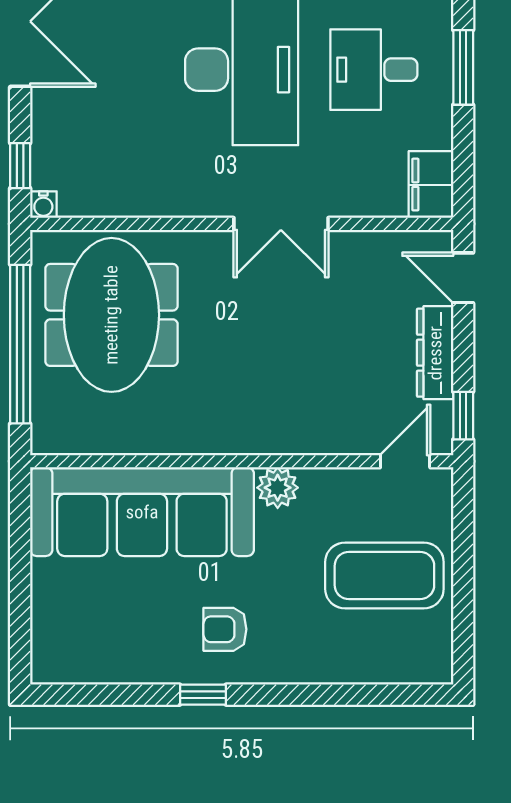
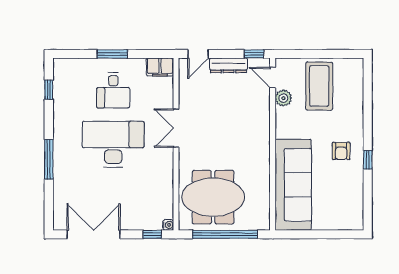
double door: (281, 224) -> (176, 128), swing flipped
plant: (278, 488) -> (283, 98), moved

